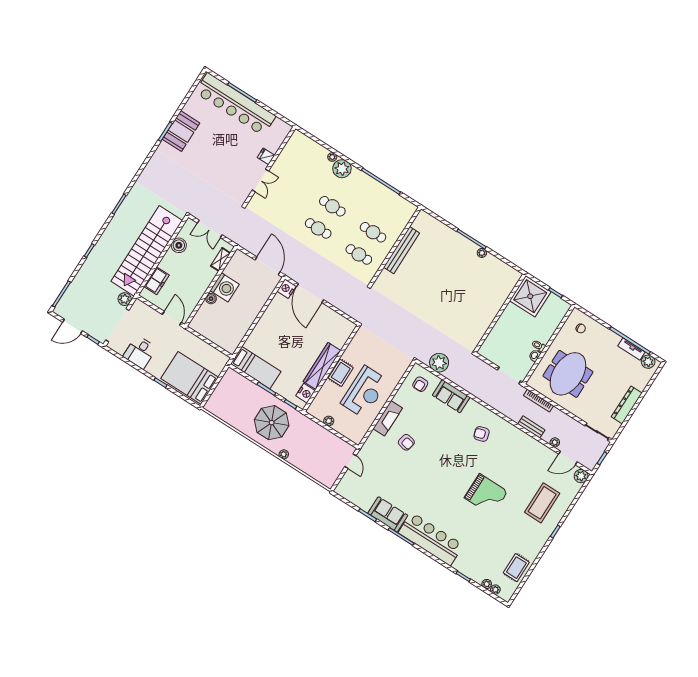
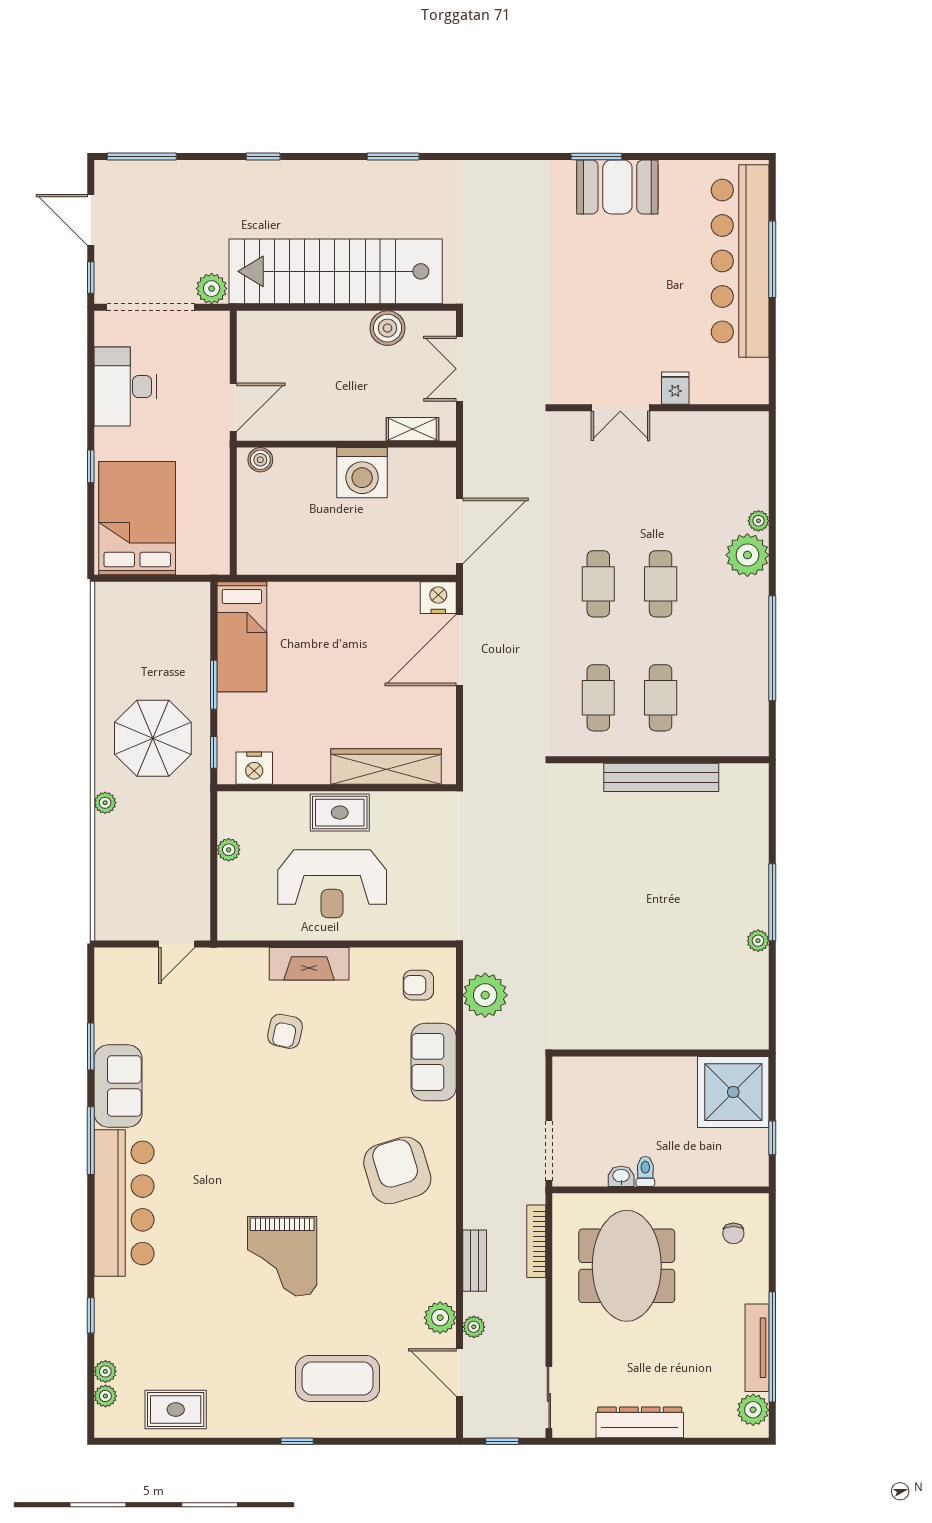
freezer: (157, 281) -> (289, 329), removed
boiler: (211, 299) -> (260, 460), moved
tv unit: (631, 349) -> (757, 1348), width x1.41
desk: (140, 352) -> (125, 387), width x1.37
wardrobe: (322, 366) -> (386, 766), moved
meeting table: (568, 374) -> (627, 1266), turned 90
armchair: (482, 434) -> (397, 1170), width x1.88, depth x1.88
plant: (581, 476) -> (440, 1318), moved

